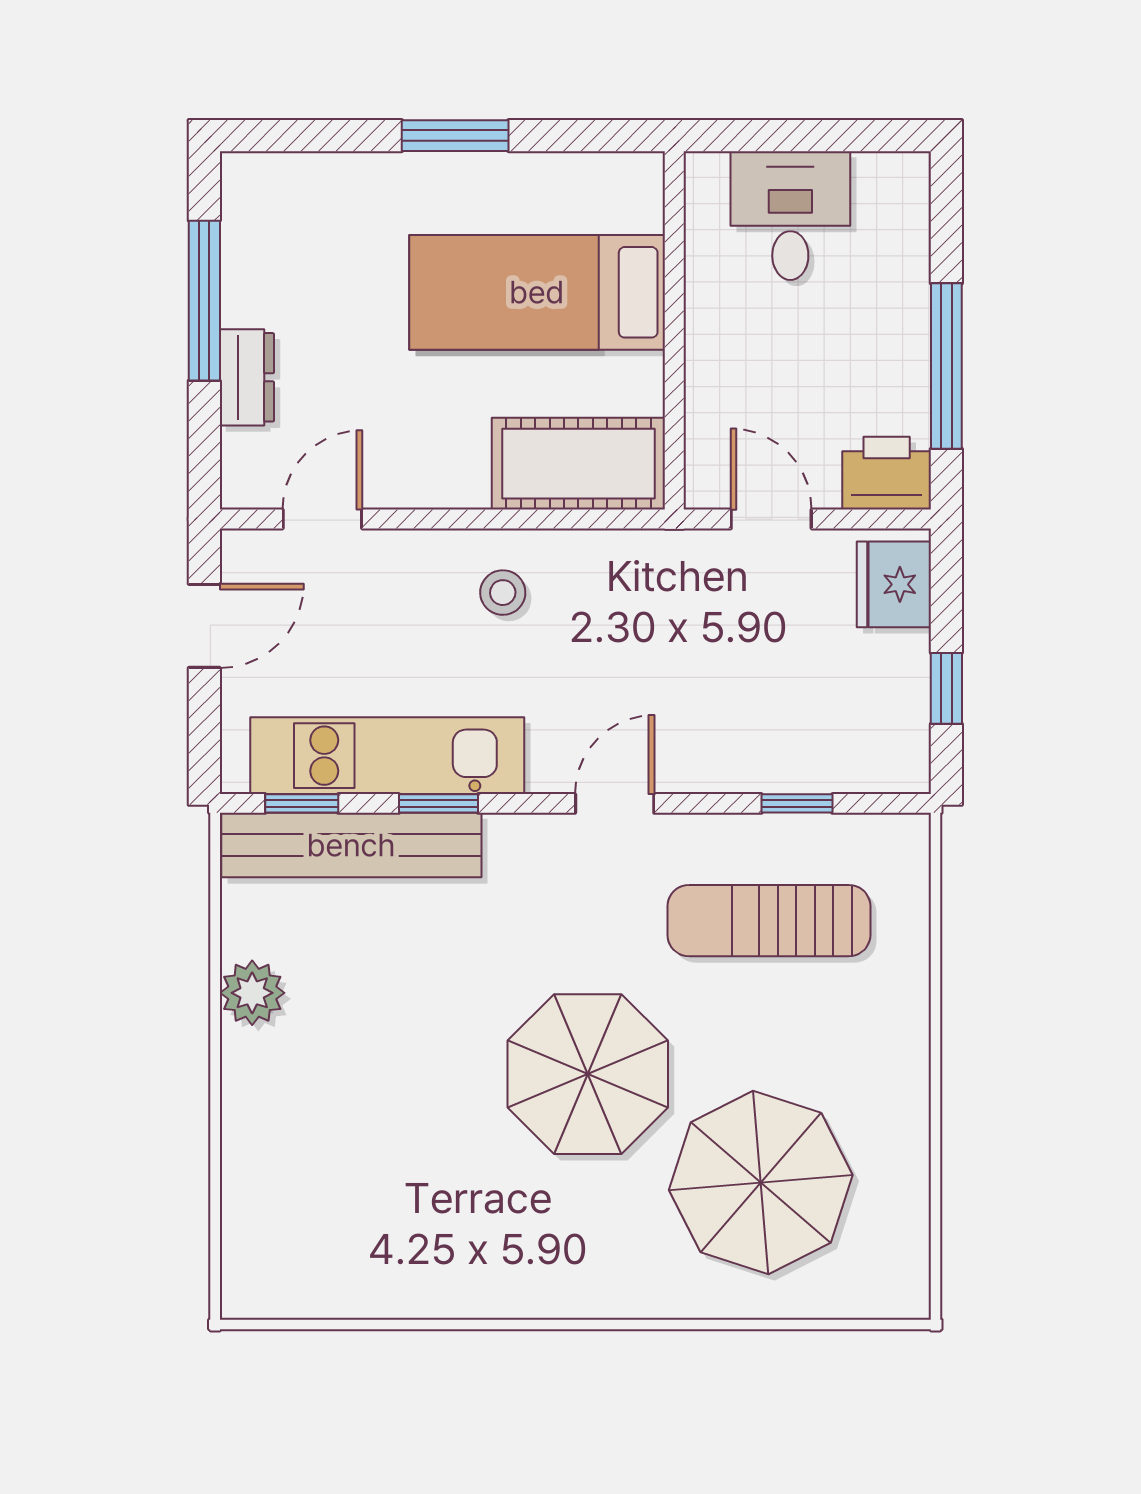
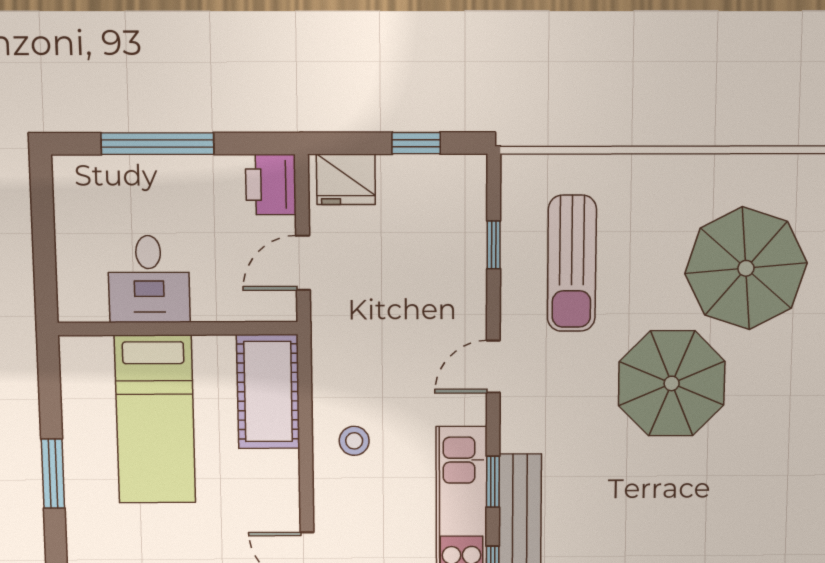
desk: (790, 216) -> (149, 279), moved, turned -90
window: (946, 366) -> (157, 144), moved
door: (615, 803) -> (493, 367), hinge flipped

